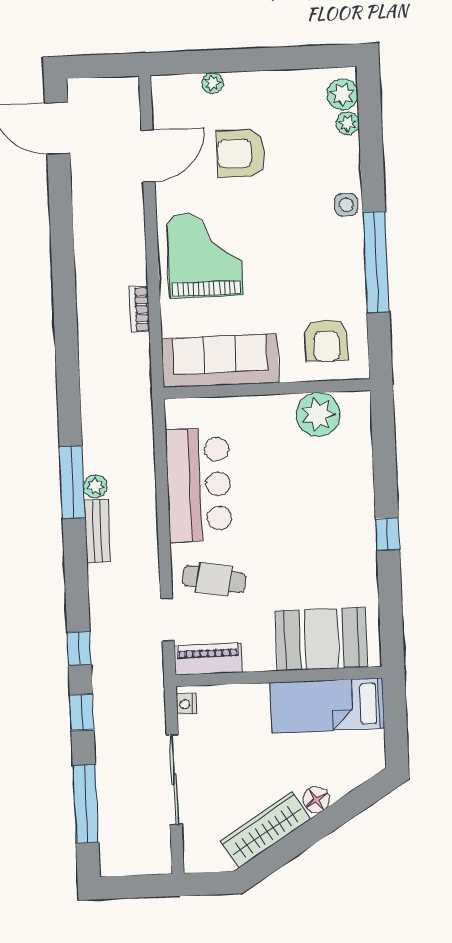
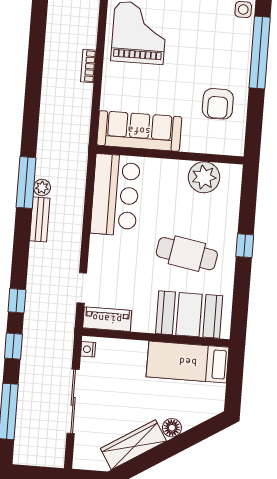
sofa: (220, 361) -> (139, 131), moved
wall: (267, 389) -> (170, 155), moved
plant: (318, 414) -> (204, 177), moved
cafe table: (214, 579) -> (187, 254), moved, width x1.37, depth x1.35

